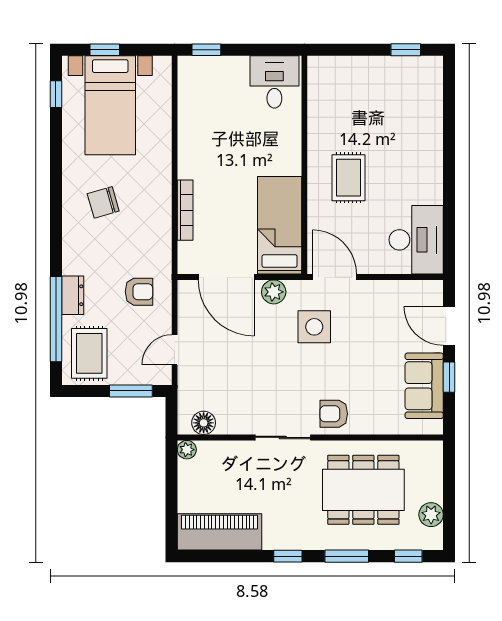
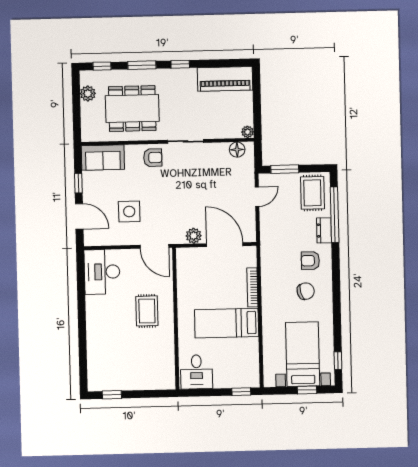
bed: (280, 225) -> (227, 323), moved, turned 90
armchair: (139, 292) -> (310, 261), moved
side table: (314, 327) -> (129, 211), moved
sofa: (424, 386) -> (103, 158), moved, turned 90

